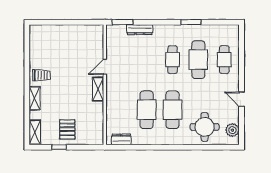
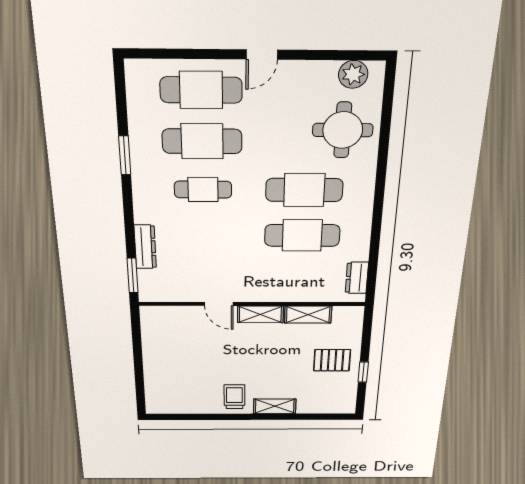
cafe table: (224, 60) -> (201, 90), width x1.37, depth x1.35
door: (242, 99) -> (262, 54), moved
shelving: (35, 132) -> (308, 315), moved

